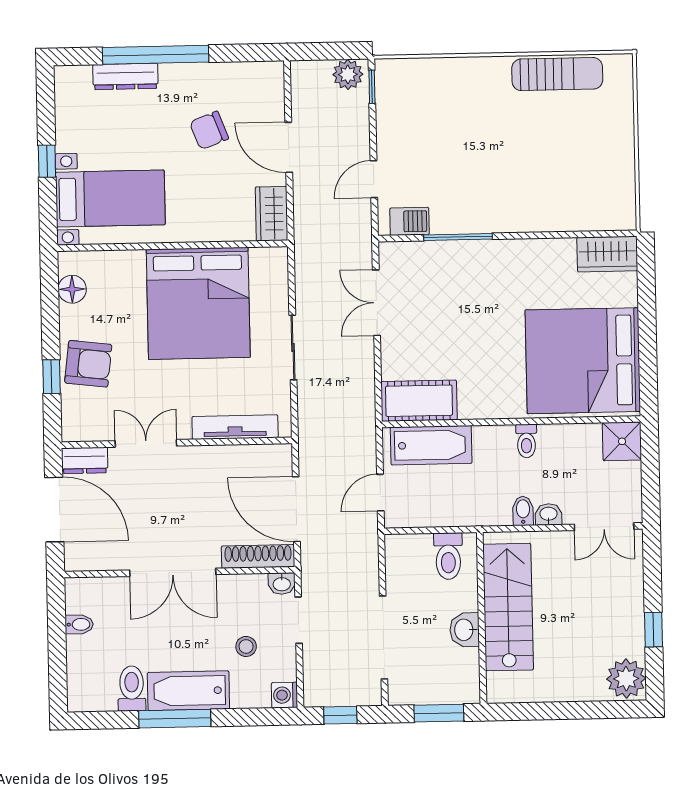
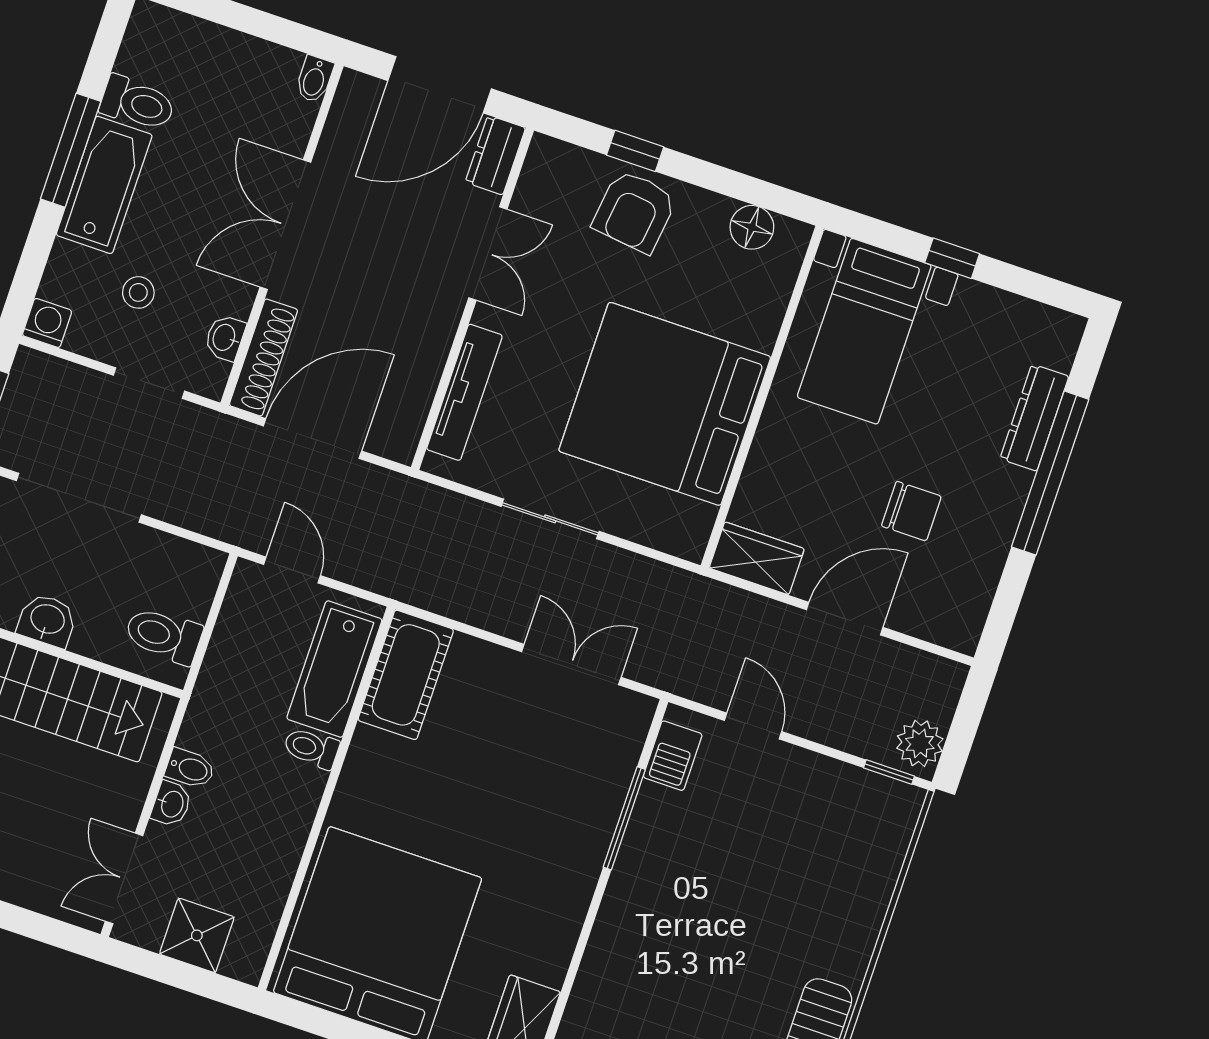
chair: (209, 130) -> (911, 511), turned 111
toilet: (526, 441) -> (311, 748), moved
shower: (622, 441) -> (197, 935), moved
washbasin: (282, 584) -> (225, 338), moved
bidet: (79, 624) -> (314, 79), moved

